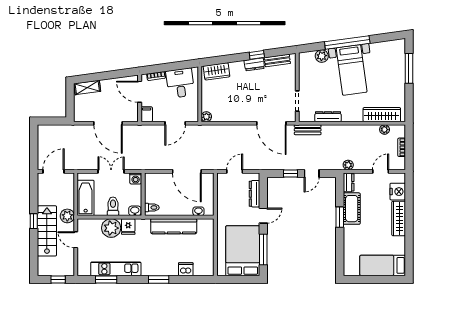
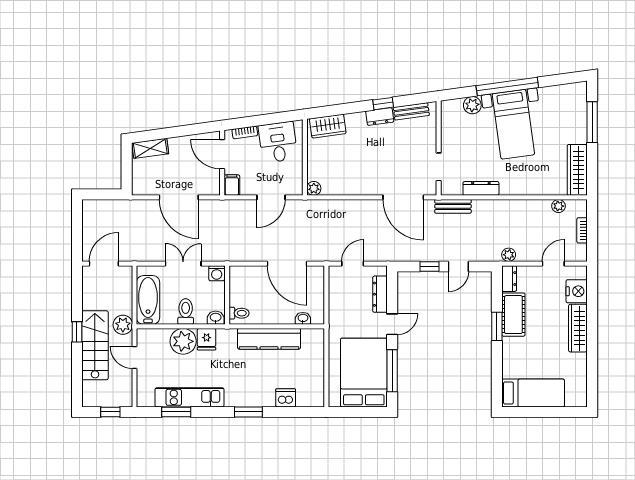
wardrobe: (382, 115) -> (577, 170), moved, turned -90
bed: (383, 265) -> (533, 393), moved, turned 180

